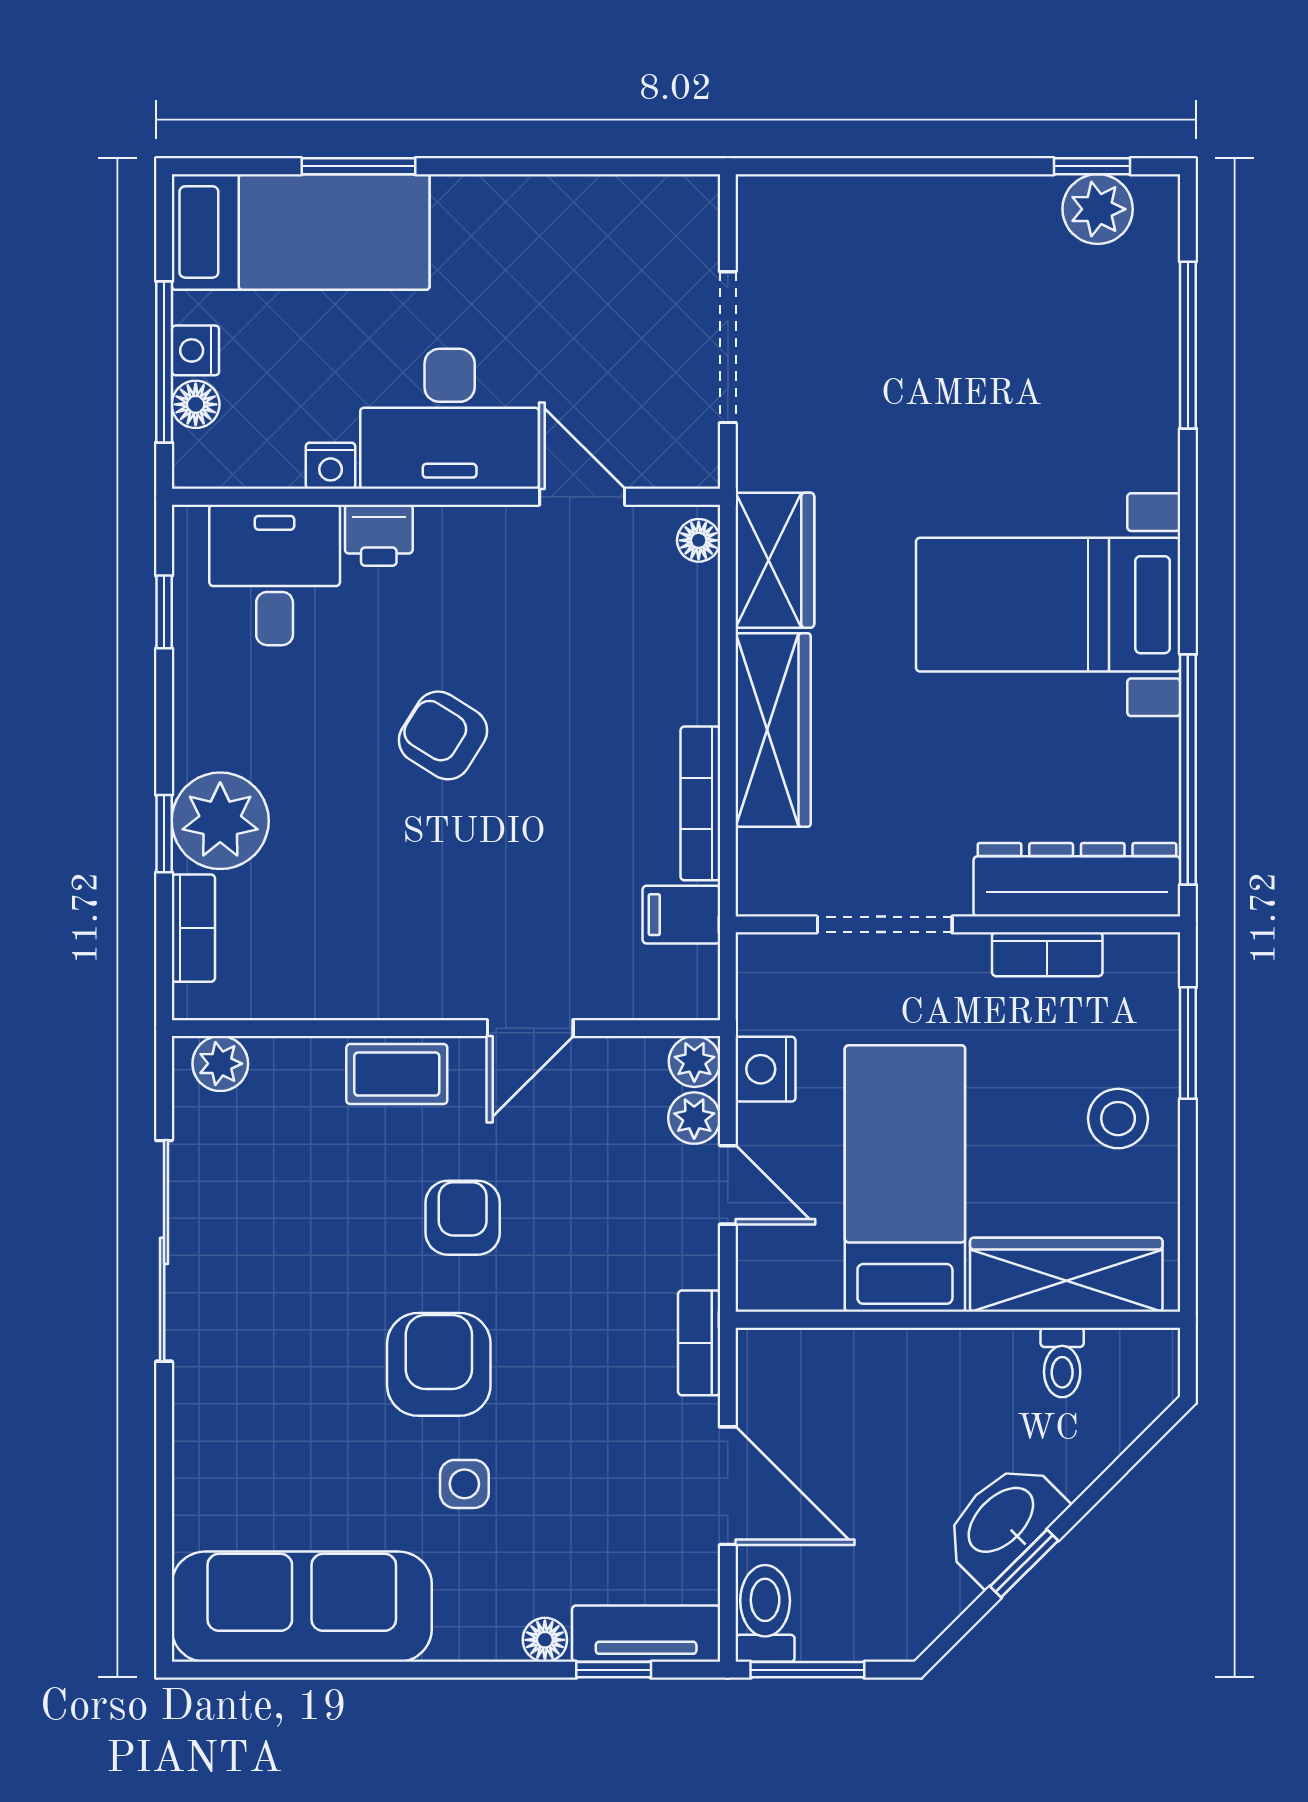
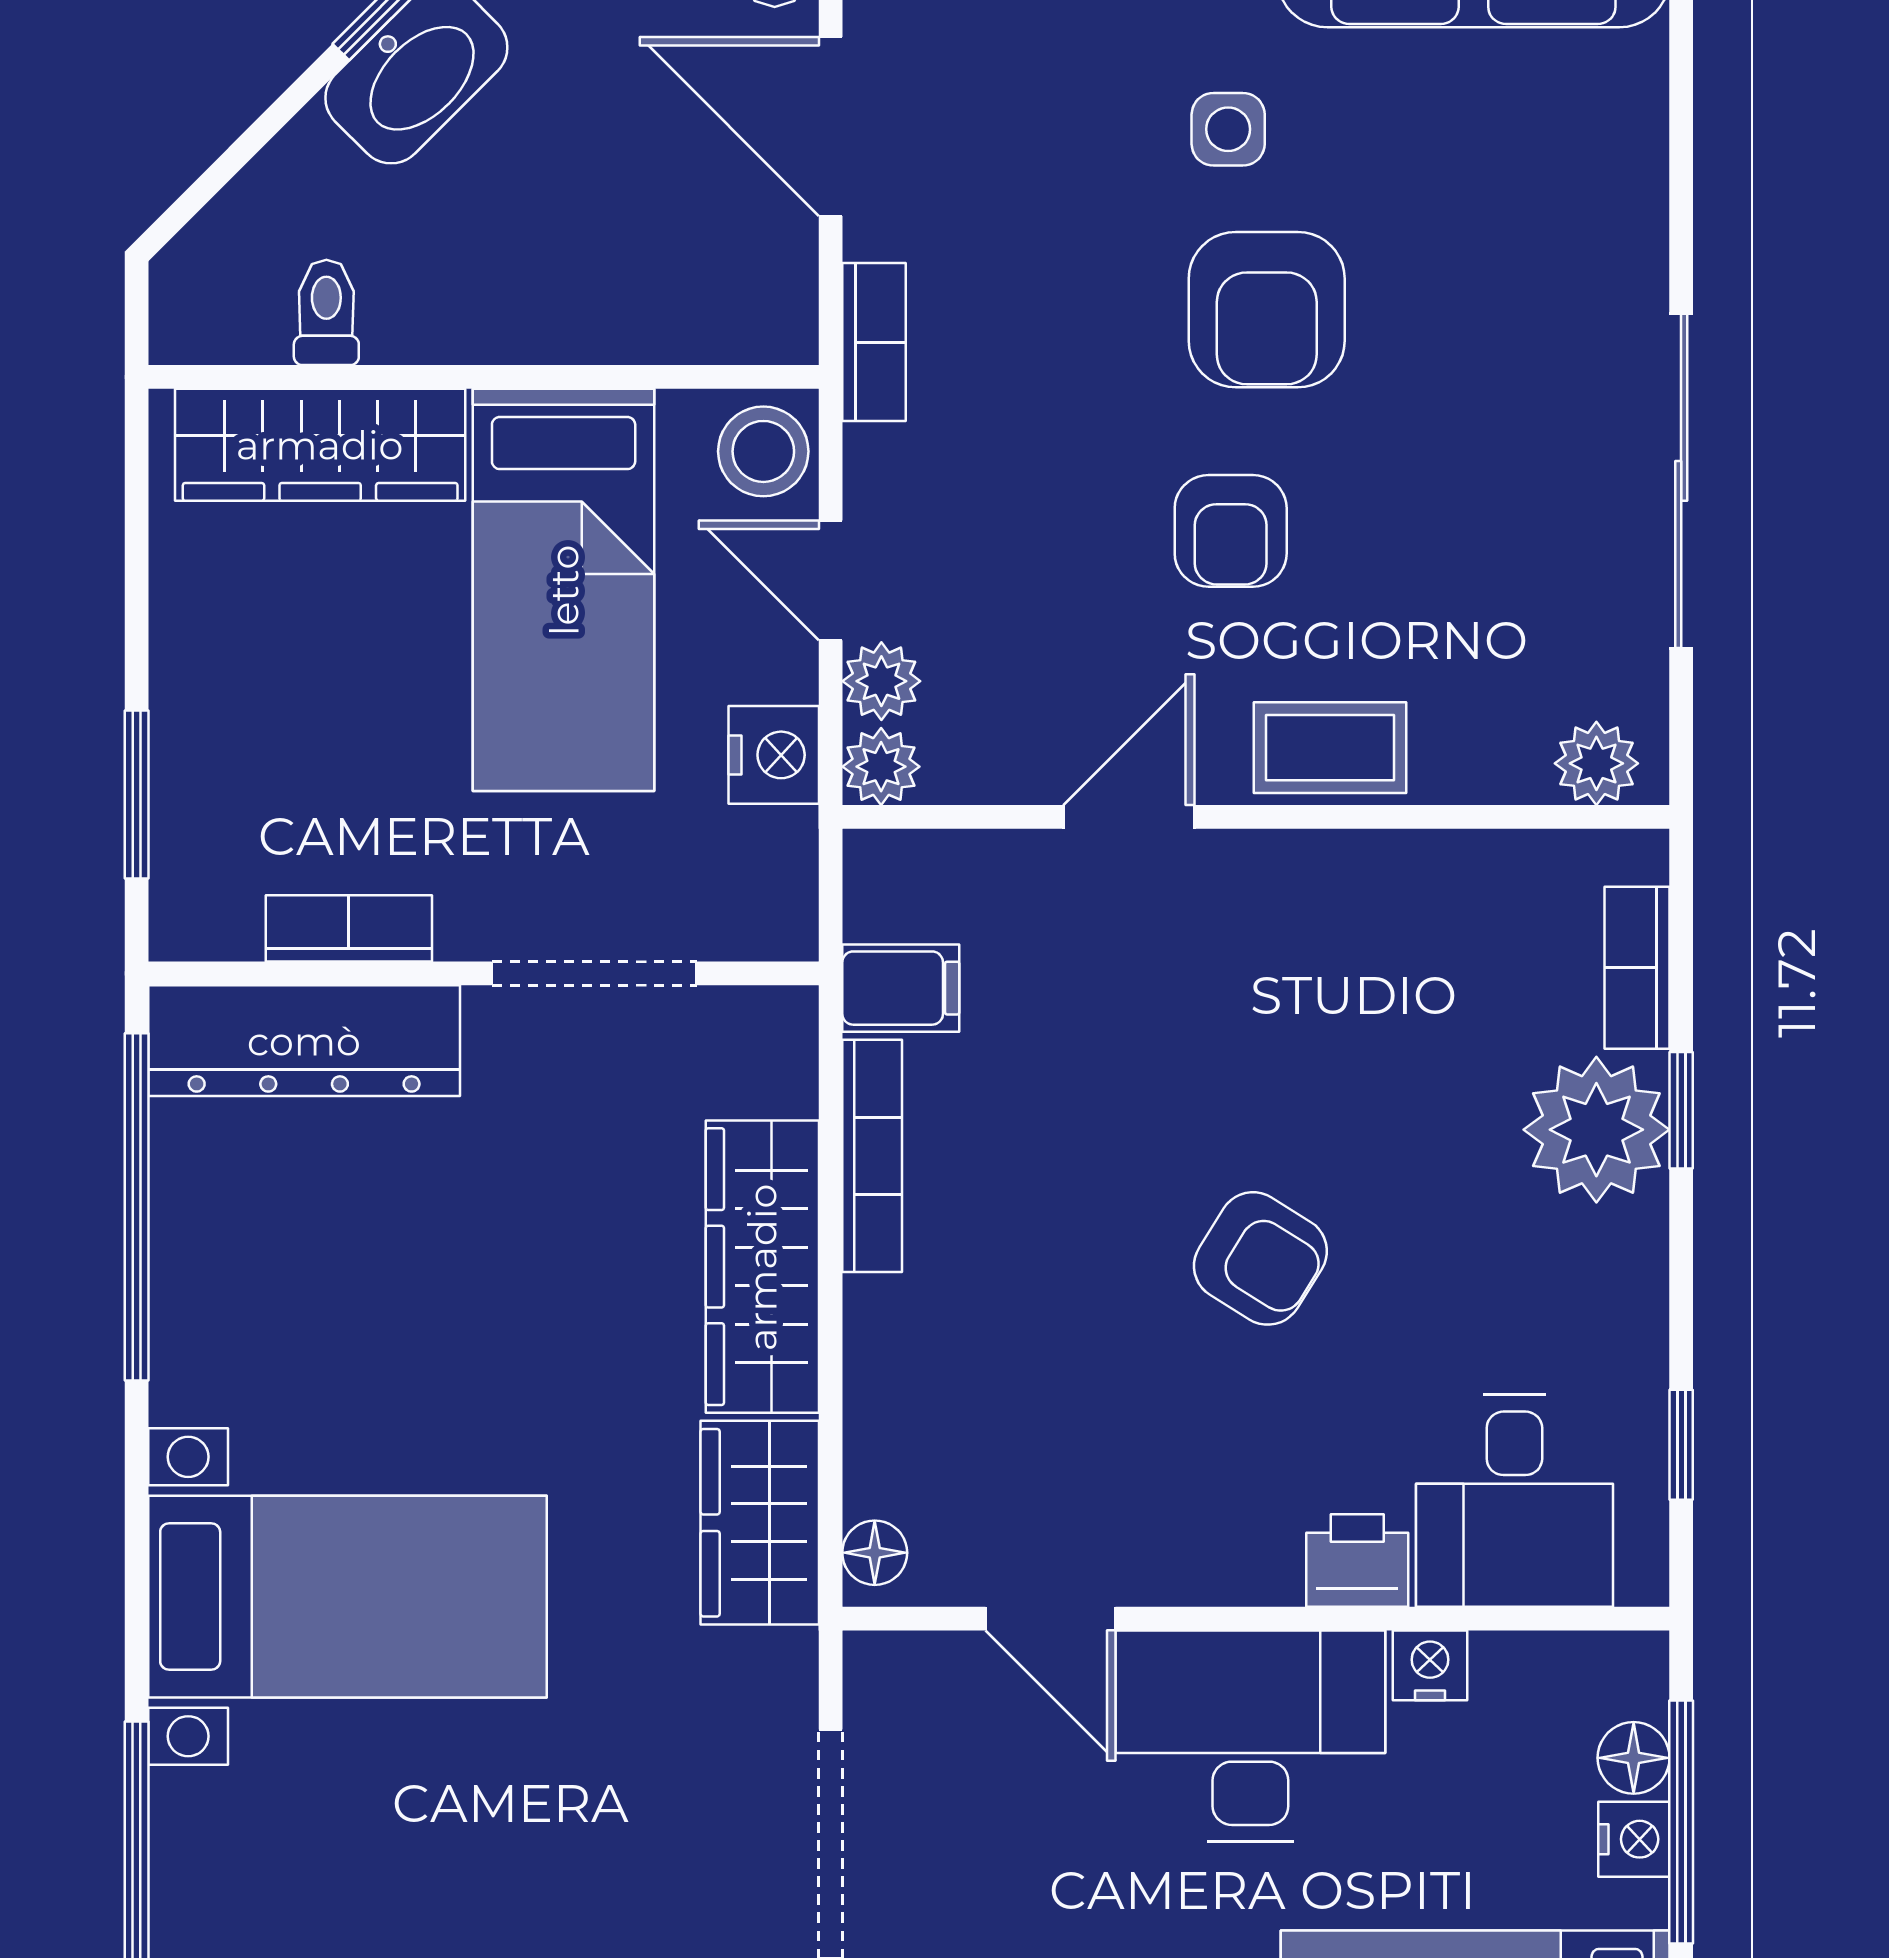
bed with nightstands: (1048, 605) -> (347, 1597), moved
stool: (1118, 1119) -> (763, 451), moved

